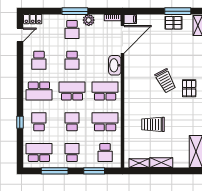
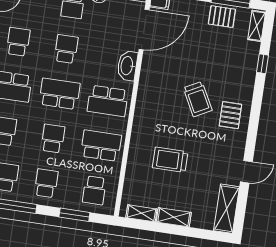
school desk: (39, 60) -> (18, 42), turned 180
school desk: (72, 60) -> (66, 49), turned 180
school desk: (105, 91) -> (108, 101), turned 180

